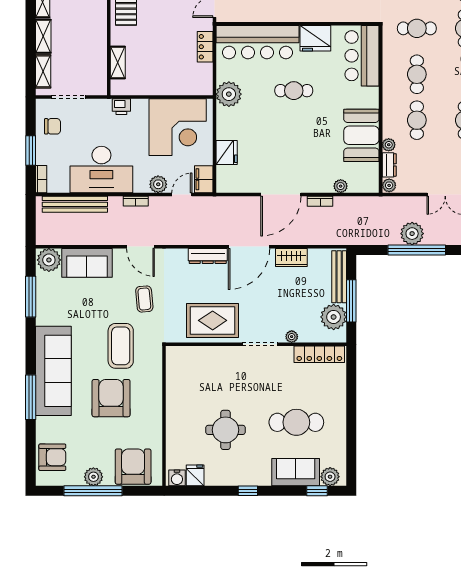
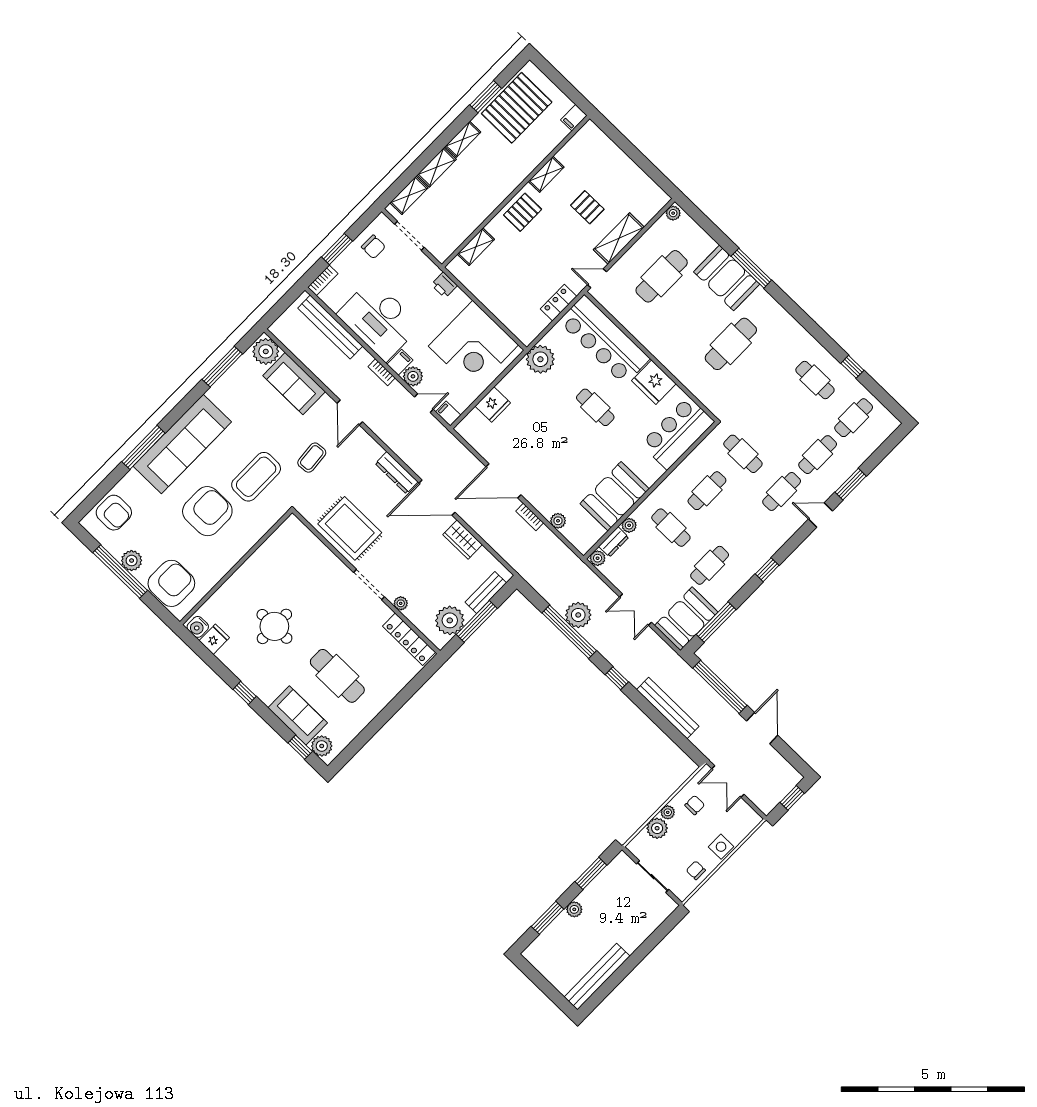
cafe table: (417, 120) -> (671, 528), turned 90
filing cabinet: (204, 179) -> (448, 414), width x0.50
filing cabinet: (141, 183) -> (400, 362), added
bench: (339, 277) -> (486, 592), width x0.73

